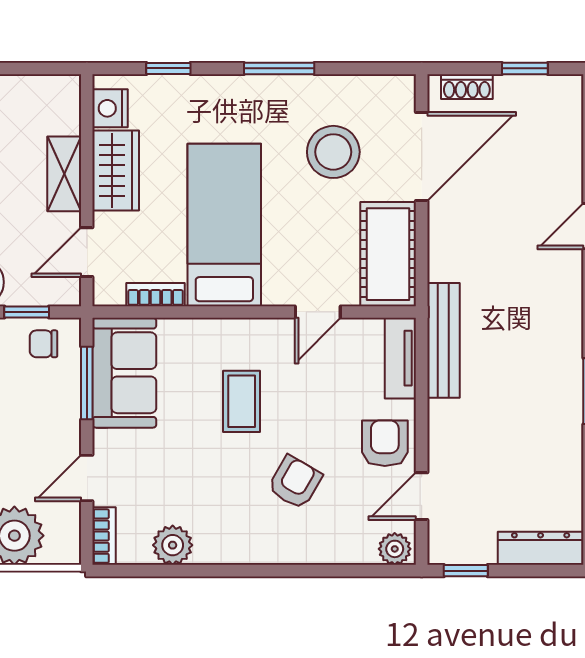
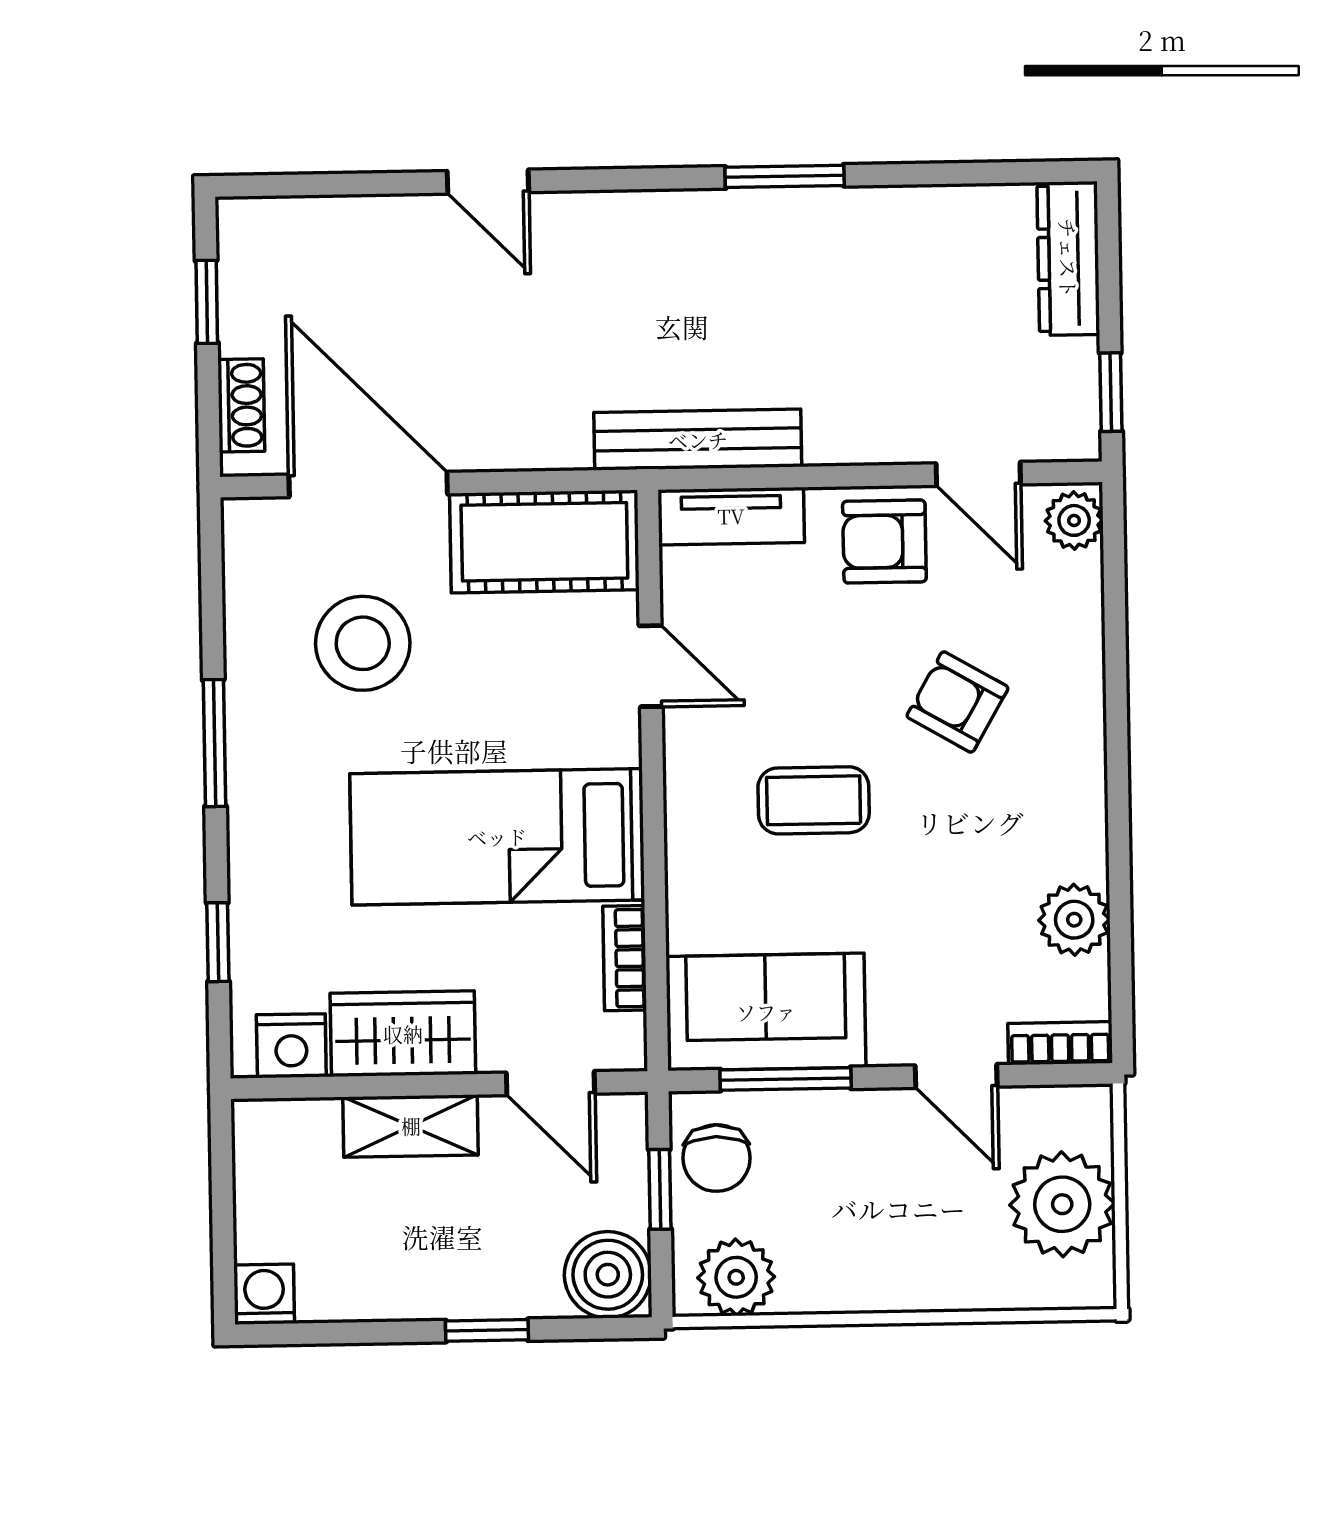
chair: (43, 344) -> (716, 1158), width x1.37, depth x1.37

